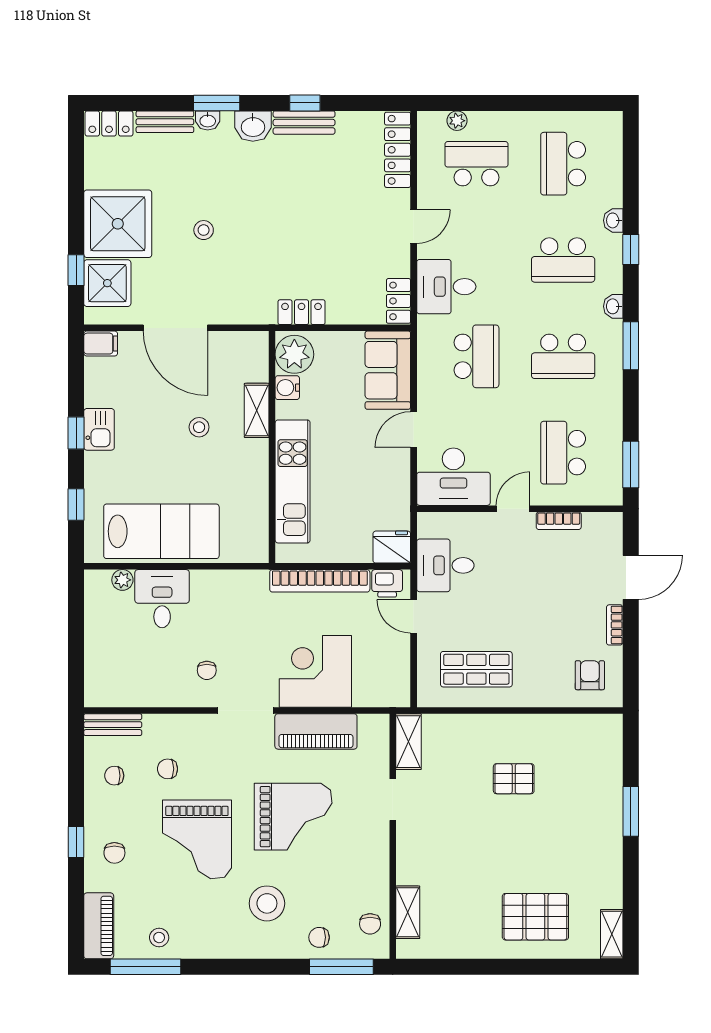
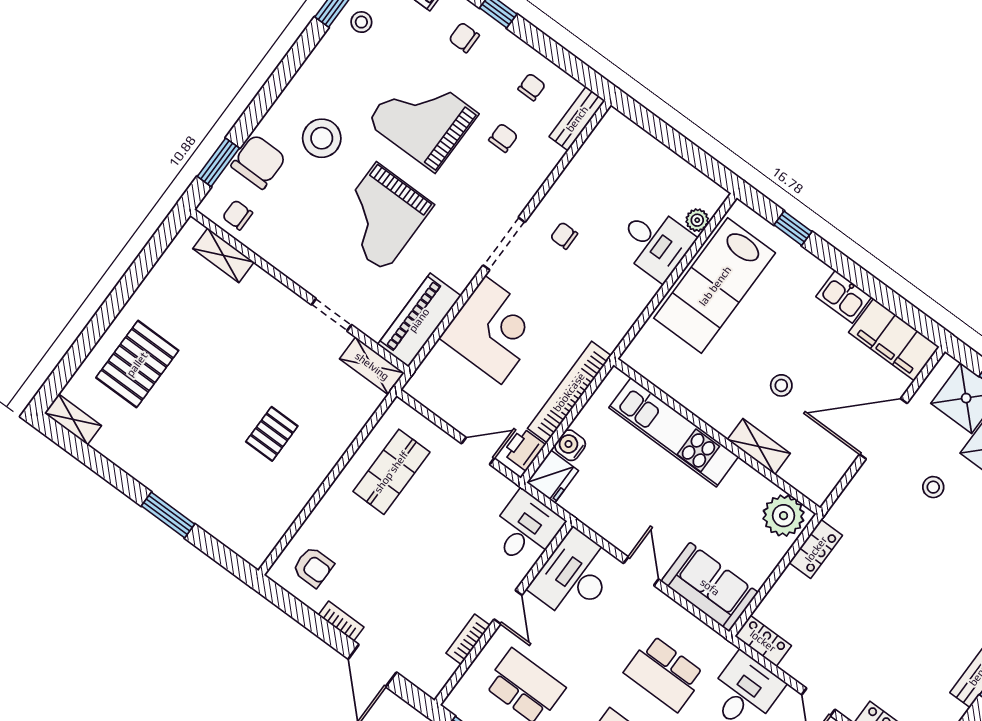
stool: (204, 230) -> (933, 487), moved
filing cabinet: (101, 344) -> (894, 340), width x3.00, depth x1.17
water cooler: (287, 388) -> (570, 445), moved, turned -90
window: (76, 433) -> (855, 274), removed
desk: (445, 565) -> (526, 529), moved
piano: (316, 731) -> (419, 320), moved
chair: (319, 937) -> (259, 162), width x1.87, depth x1.87
window: (341, 967) -> (218, 162), width x0.69

